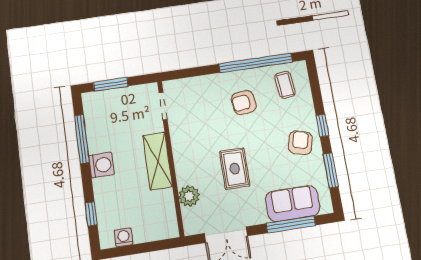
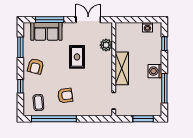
window: (322, 126) -> (20, 86), moved

